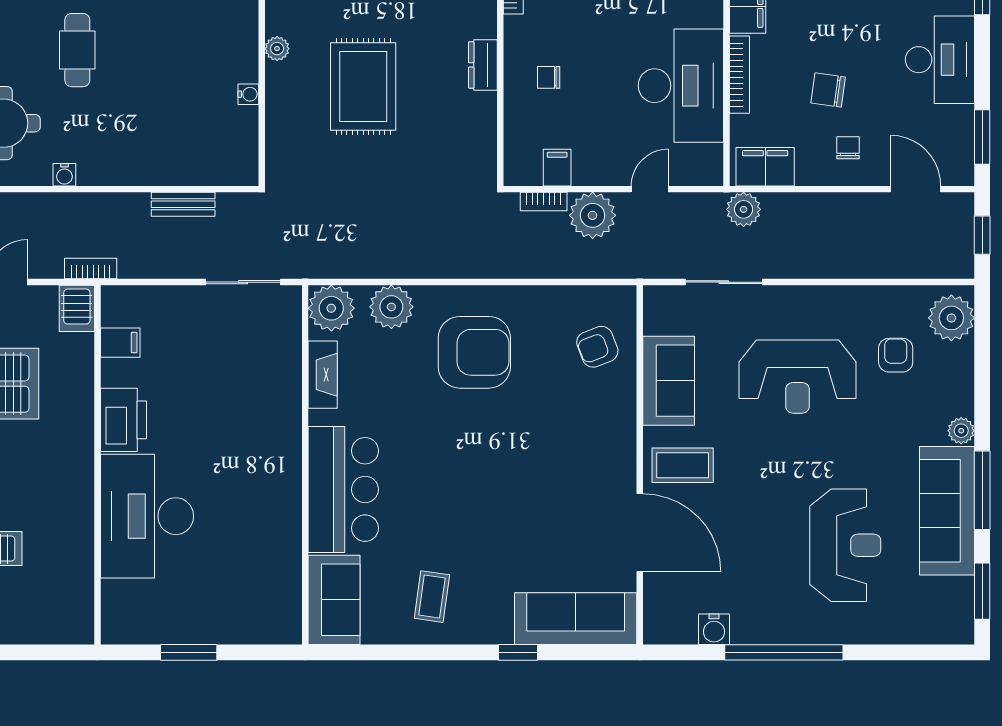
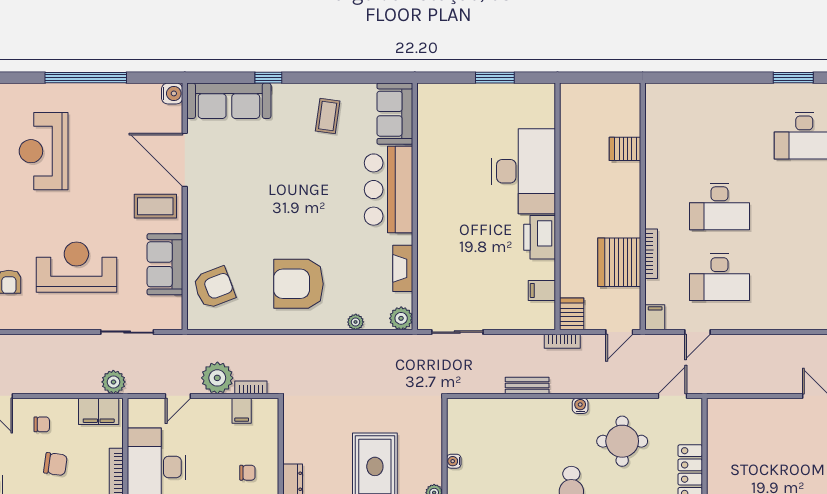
chair: (848, 148) -> (42, 424), turned -90
bench: (183, 204) -> (527, 385), moved
plant: (391, 307) -> (356, 322), width x0.53, depth x0.53
plant: (331, 308) -> (401, 318), width x0.73, depth x0.73
armchair: (597, 347) -> (214, 288), width x1.38, depth x1.38
water cooler: (714, 629) -> (172, 93), moved, turned 90

